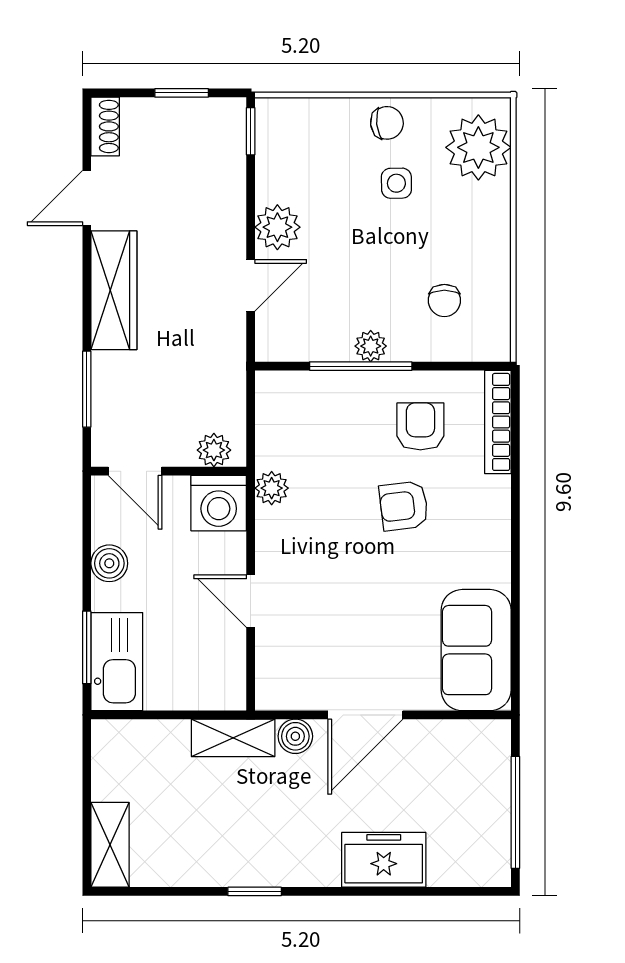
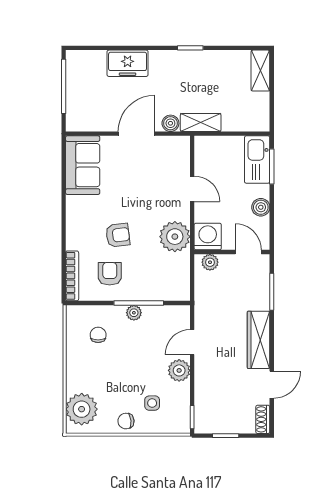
side table: (396, 183) -> (152, 403), moved
armchair: (420, 426) -> (110, 274), turned 180
plant: (272, 488) -> (175, 237), width x1.87, depth x1.87

